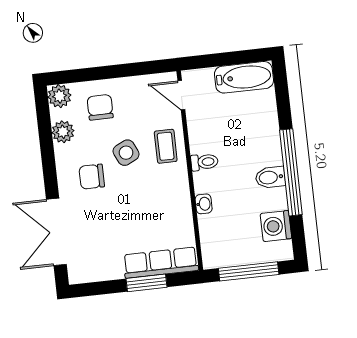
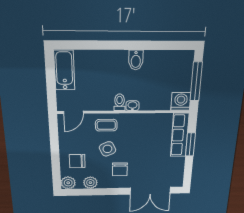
window: (291, 172) -> (134, 45), removed
washbasin: (204, 204) -> (133, 106), moved
washing machine: (276, 226) -> (181, 101), moved, turned 180

